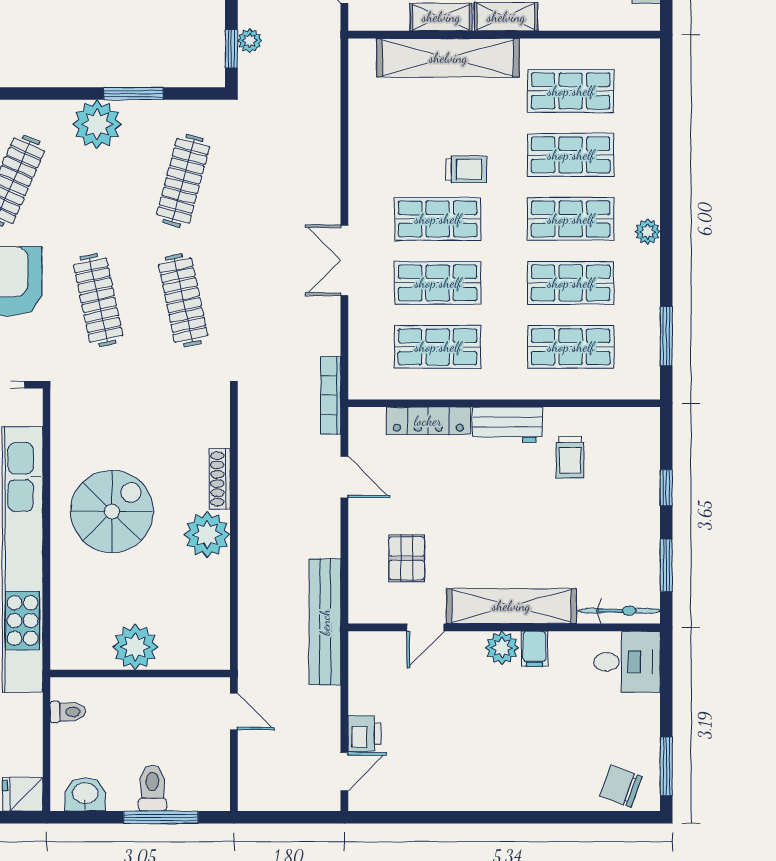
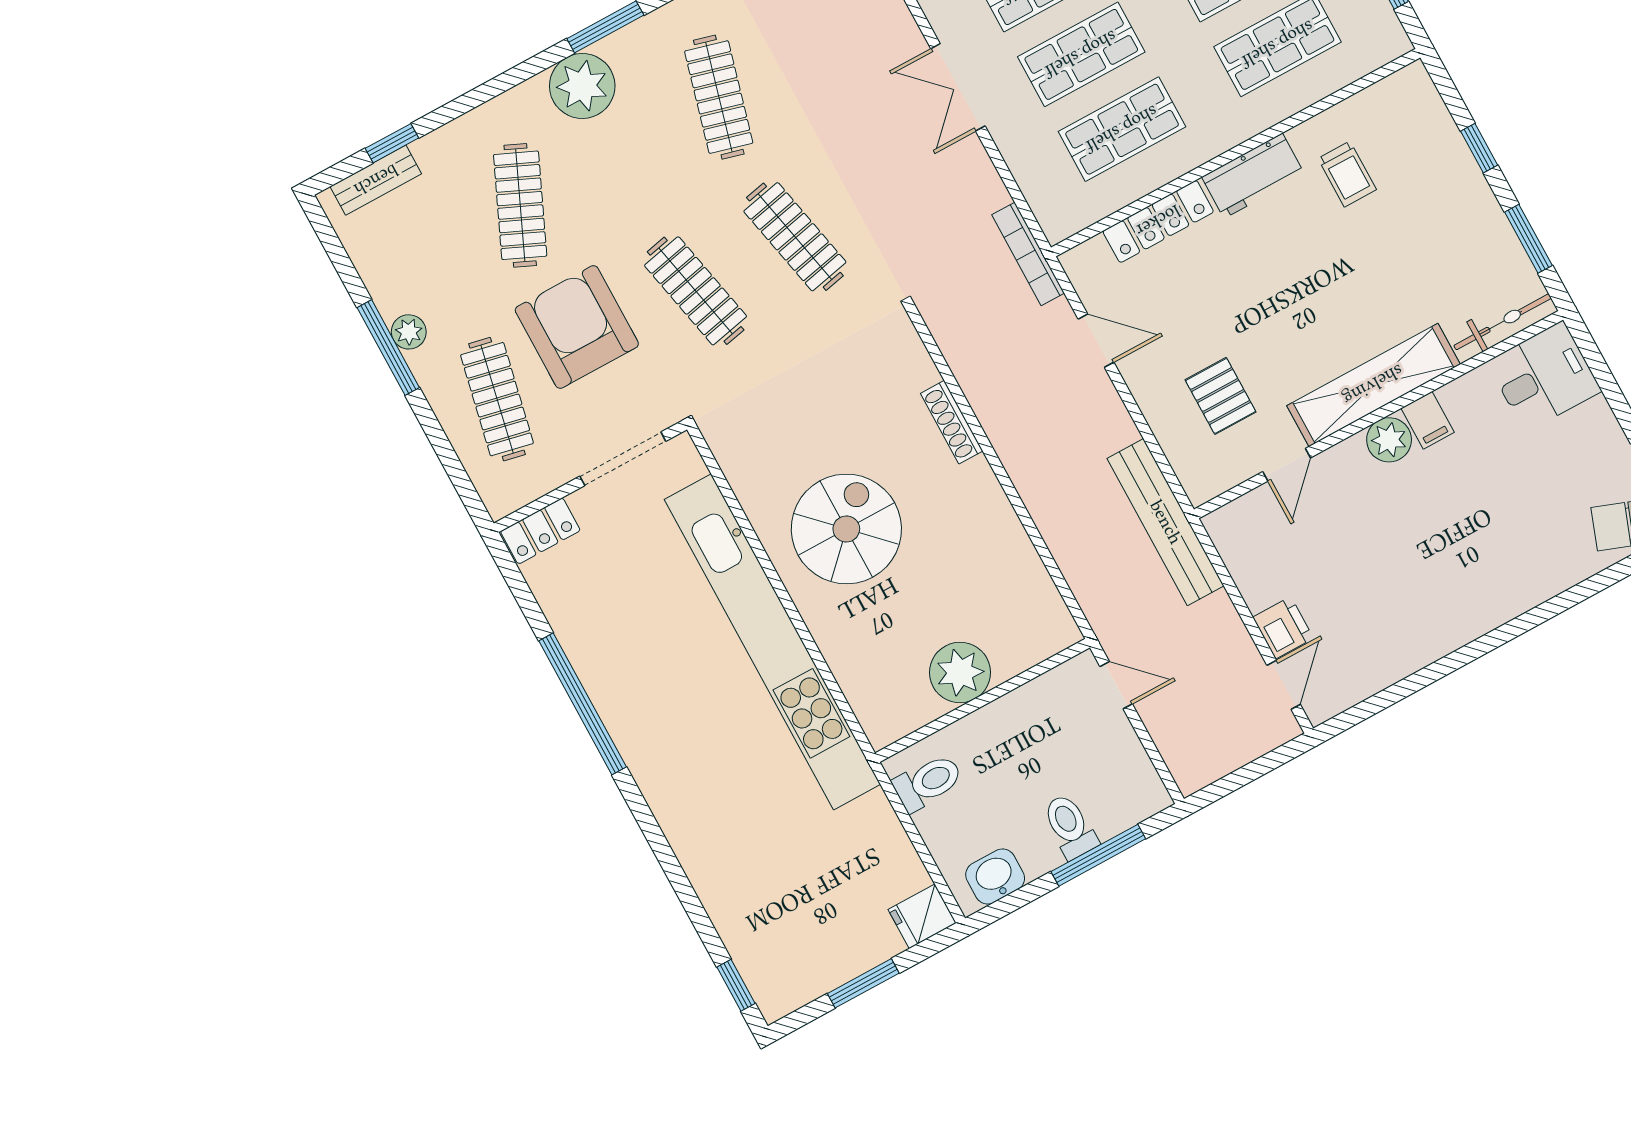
plant: (207, 535) -> (972, 495), removed
toilet: (68, 712) -> (928, 782), width x1.37, depth x1.39

